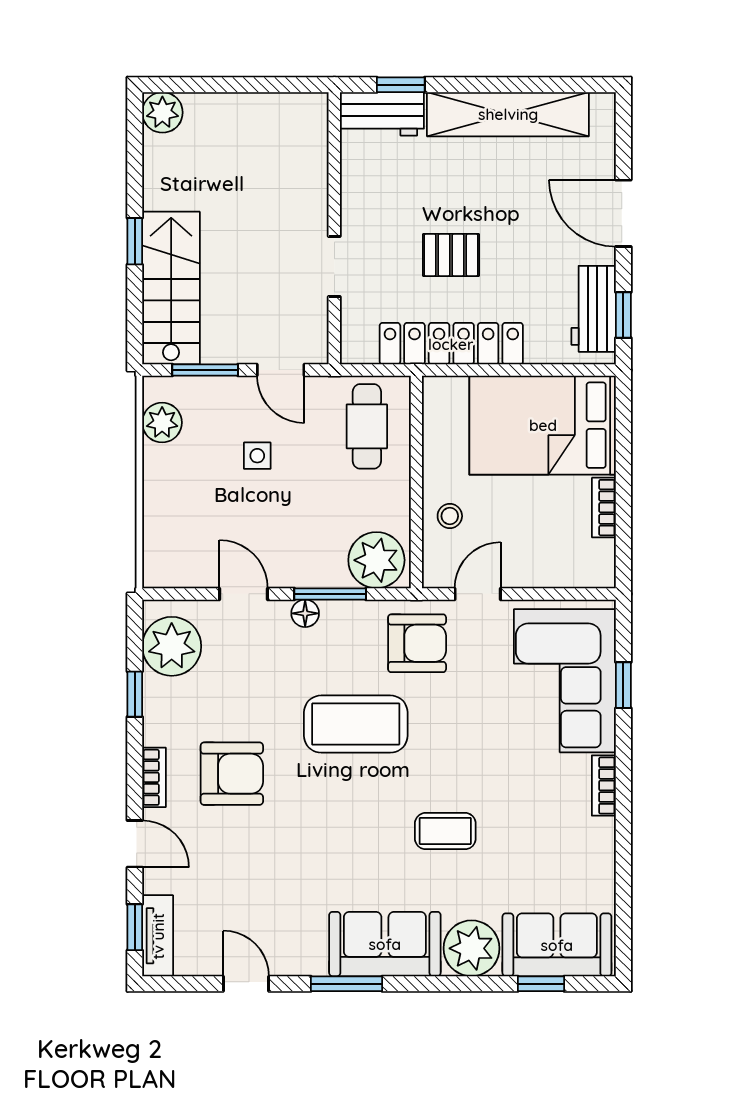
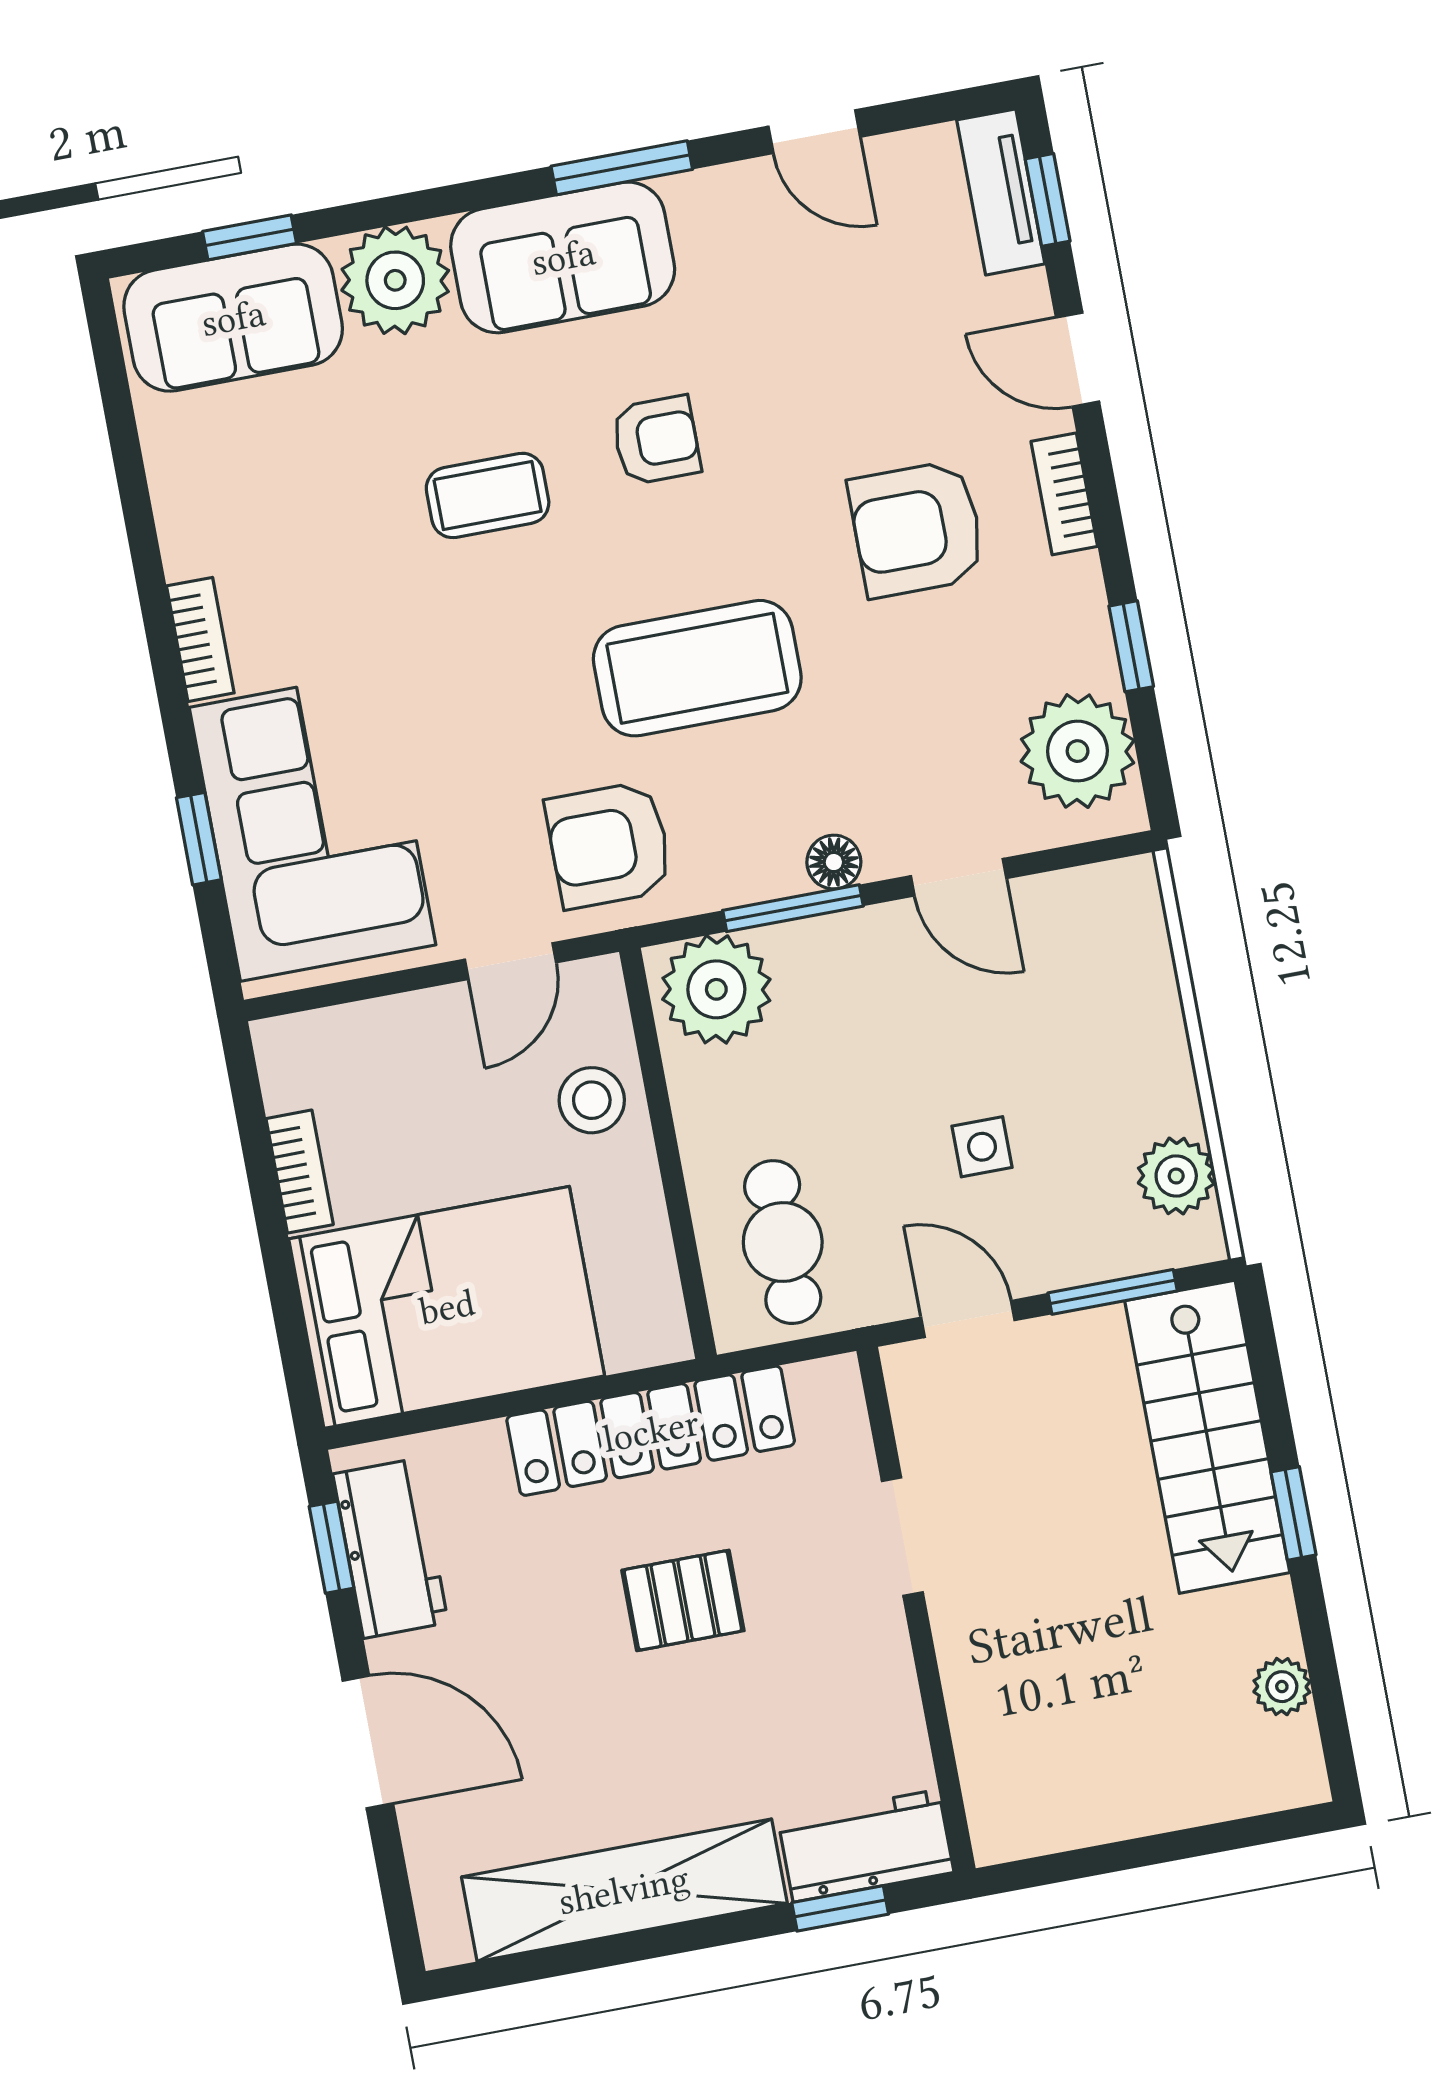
plant: (162, 112) -> (1282, 1687), moved, width x0.73, depth x0.73
stool: (450, 516) -> (592, 1100), width x1.37, depth x1.37
armchair: (355, 843) -> (656, 440), added

